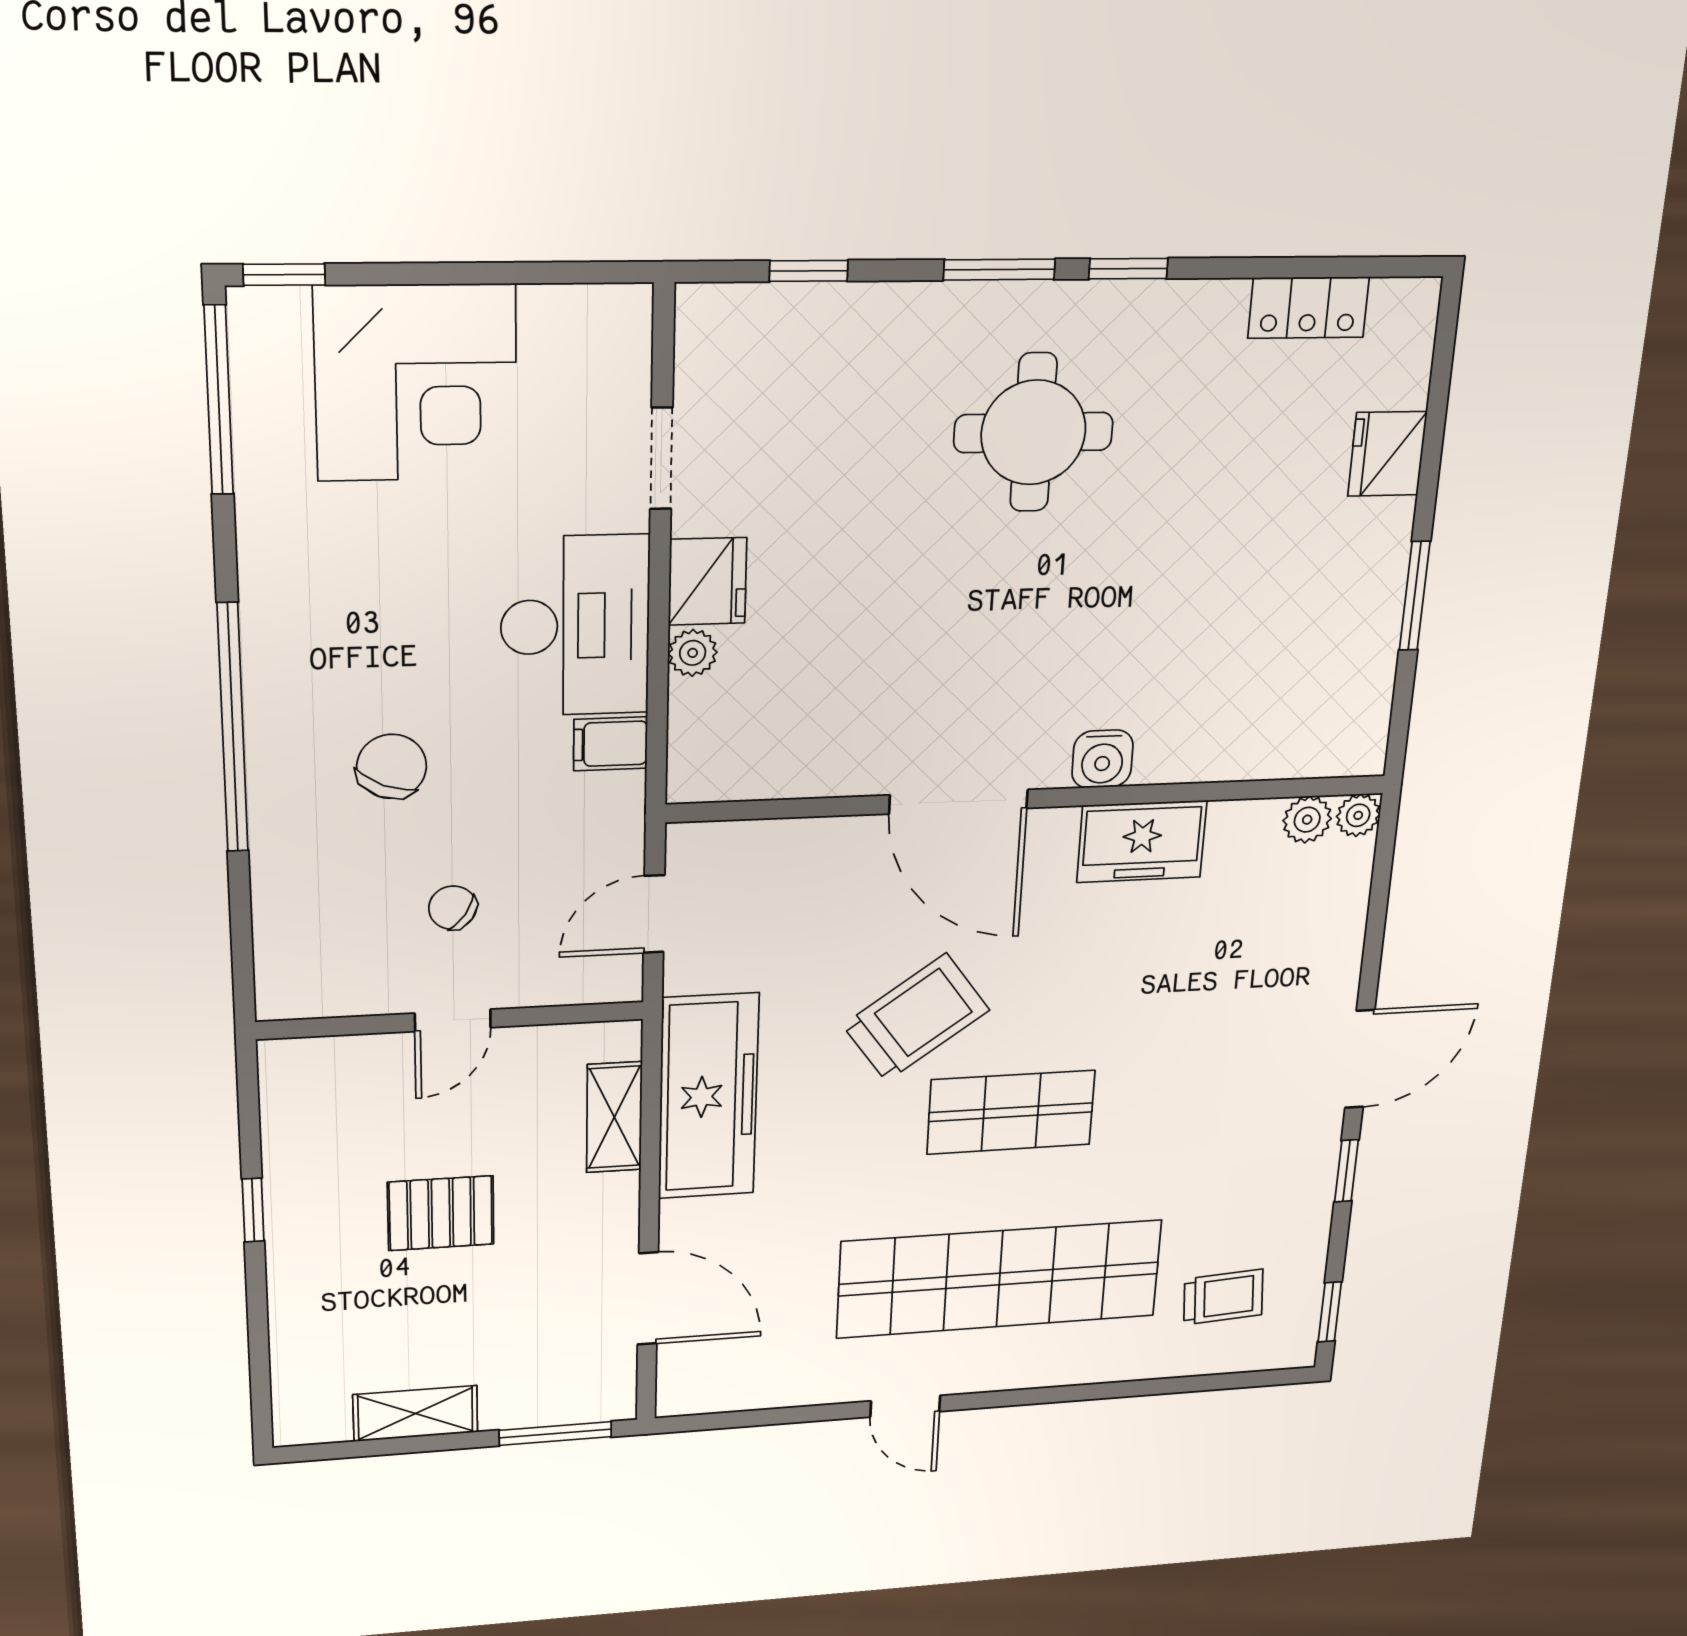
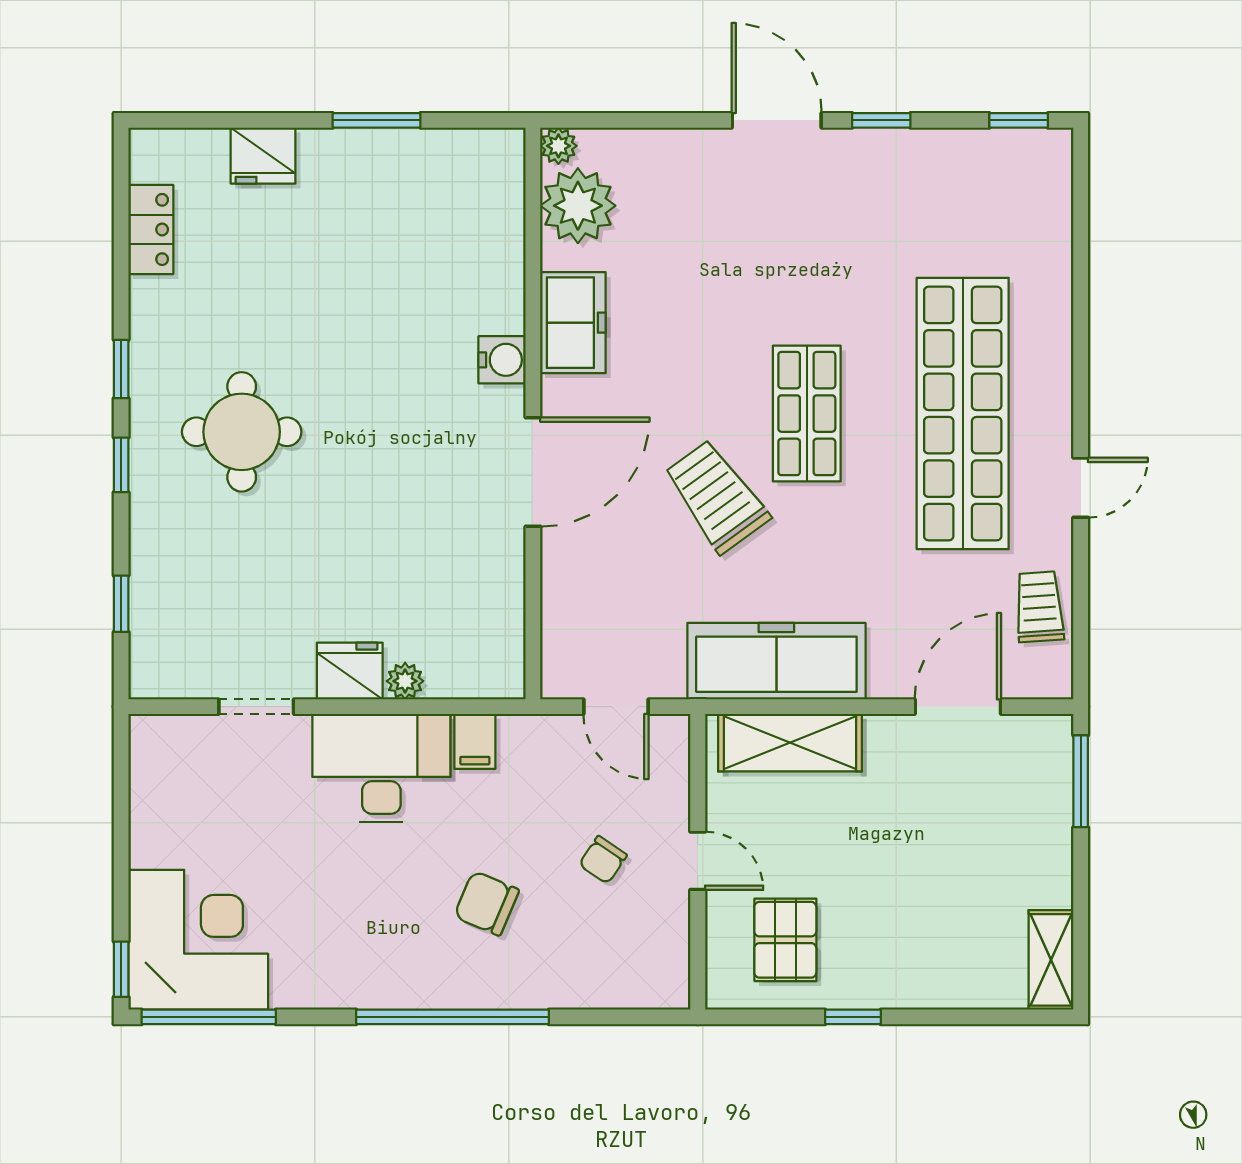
window: (999, 270) -> (121, 465), width x0.67
corner desk: (416, 383) -> (198, 940), moved
plant: (1307, 820) -> (578, 206), width x1.87, depth x1.87
shelving: (614, 1117) -> (790, 743), width x1.50, depth x1.33
pallet: (441, 1213) -> (785, 940), moved
trolley: (1223, 1297) -> (1039, 607), moved
shelving: (415, 1414) -> (1051, 960), moved

